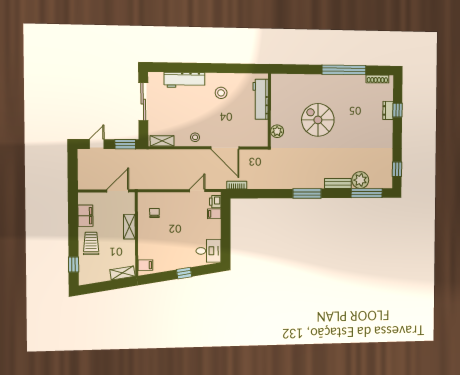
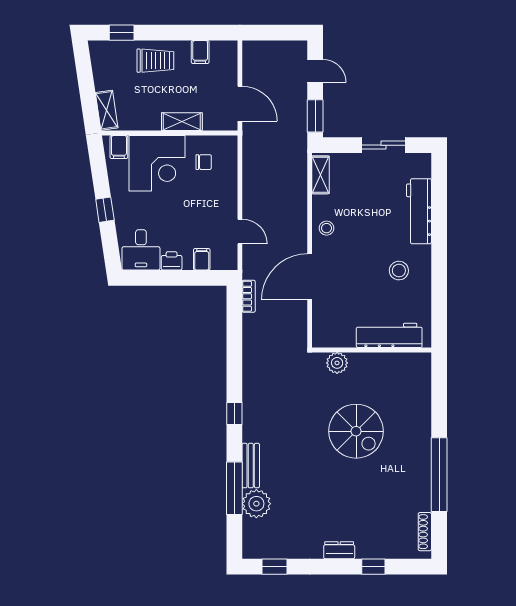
sliding door: (143, 102) -> (384, 145), width x0.73
dresser: (388, 110) -> (339, 550), moved
spiral stairs: (318, 120) -> (356, 431), turned 90
window: (307, 193) -> (234, 414), width x0.46
window: (367, 193) -> (234, 488), moved
printer: (215, 202) -> (172, 261), moved
filing cabinet: (85, 216) -> (200, 52), width x0.50
corner desk: (155, 242) -> (157, 163), added

